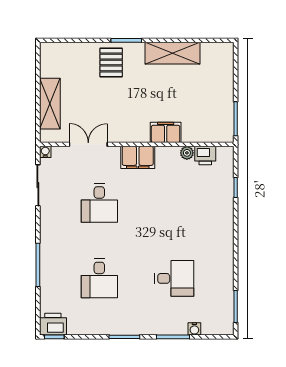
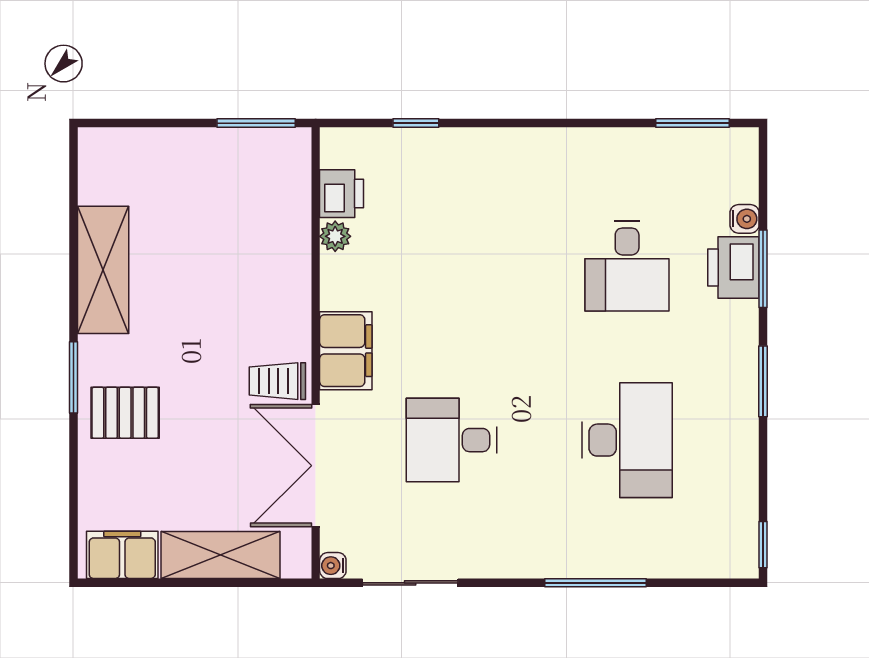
trolley: (125, 128) -> (277, 381), added
filing cabinet: (166, 132) -> (122, 555), moved, turned 90
double door: (88, 144) -> (316, 466), width x1.37
desk: (99, 203) -> (452, 440), turned 180
desk: (99, 278) -> (627, 440), width x1.37
desk: (174, 278) -> (627, 266), turned 180
printer: (53, 324) -> (733, 268), moved

